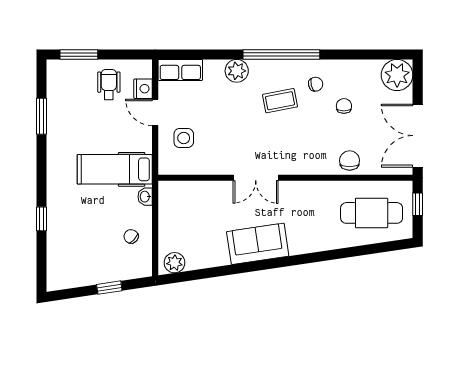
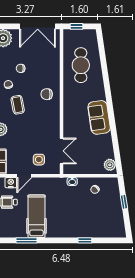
chair: (350, 160) -> (47, 94), moved
hospital bed: (115, 169) -> (36, 216), moved, turned 180
double door: (256, 178) -> (62, 151), moved
cafe table: (372, 213) -> (81, 65), moved

